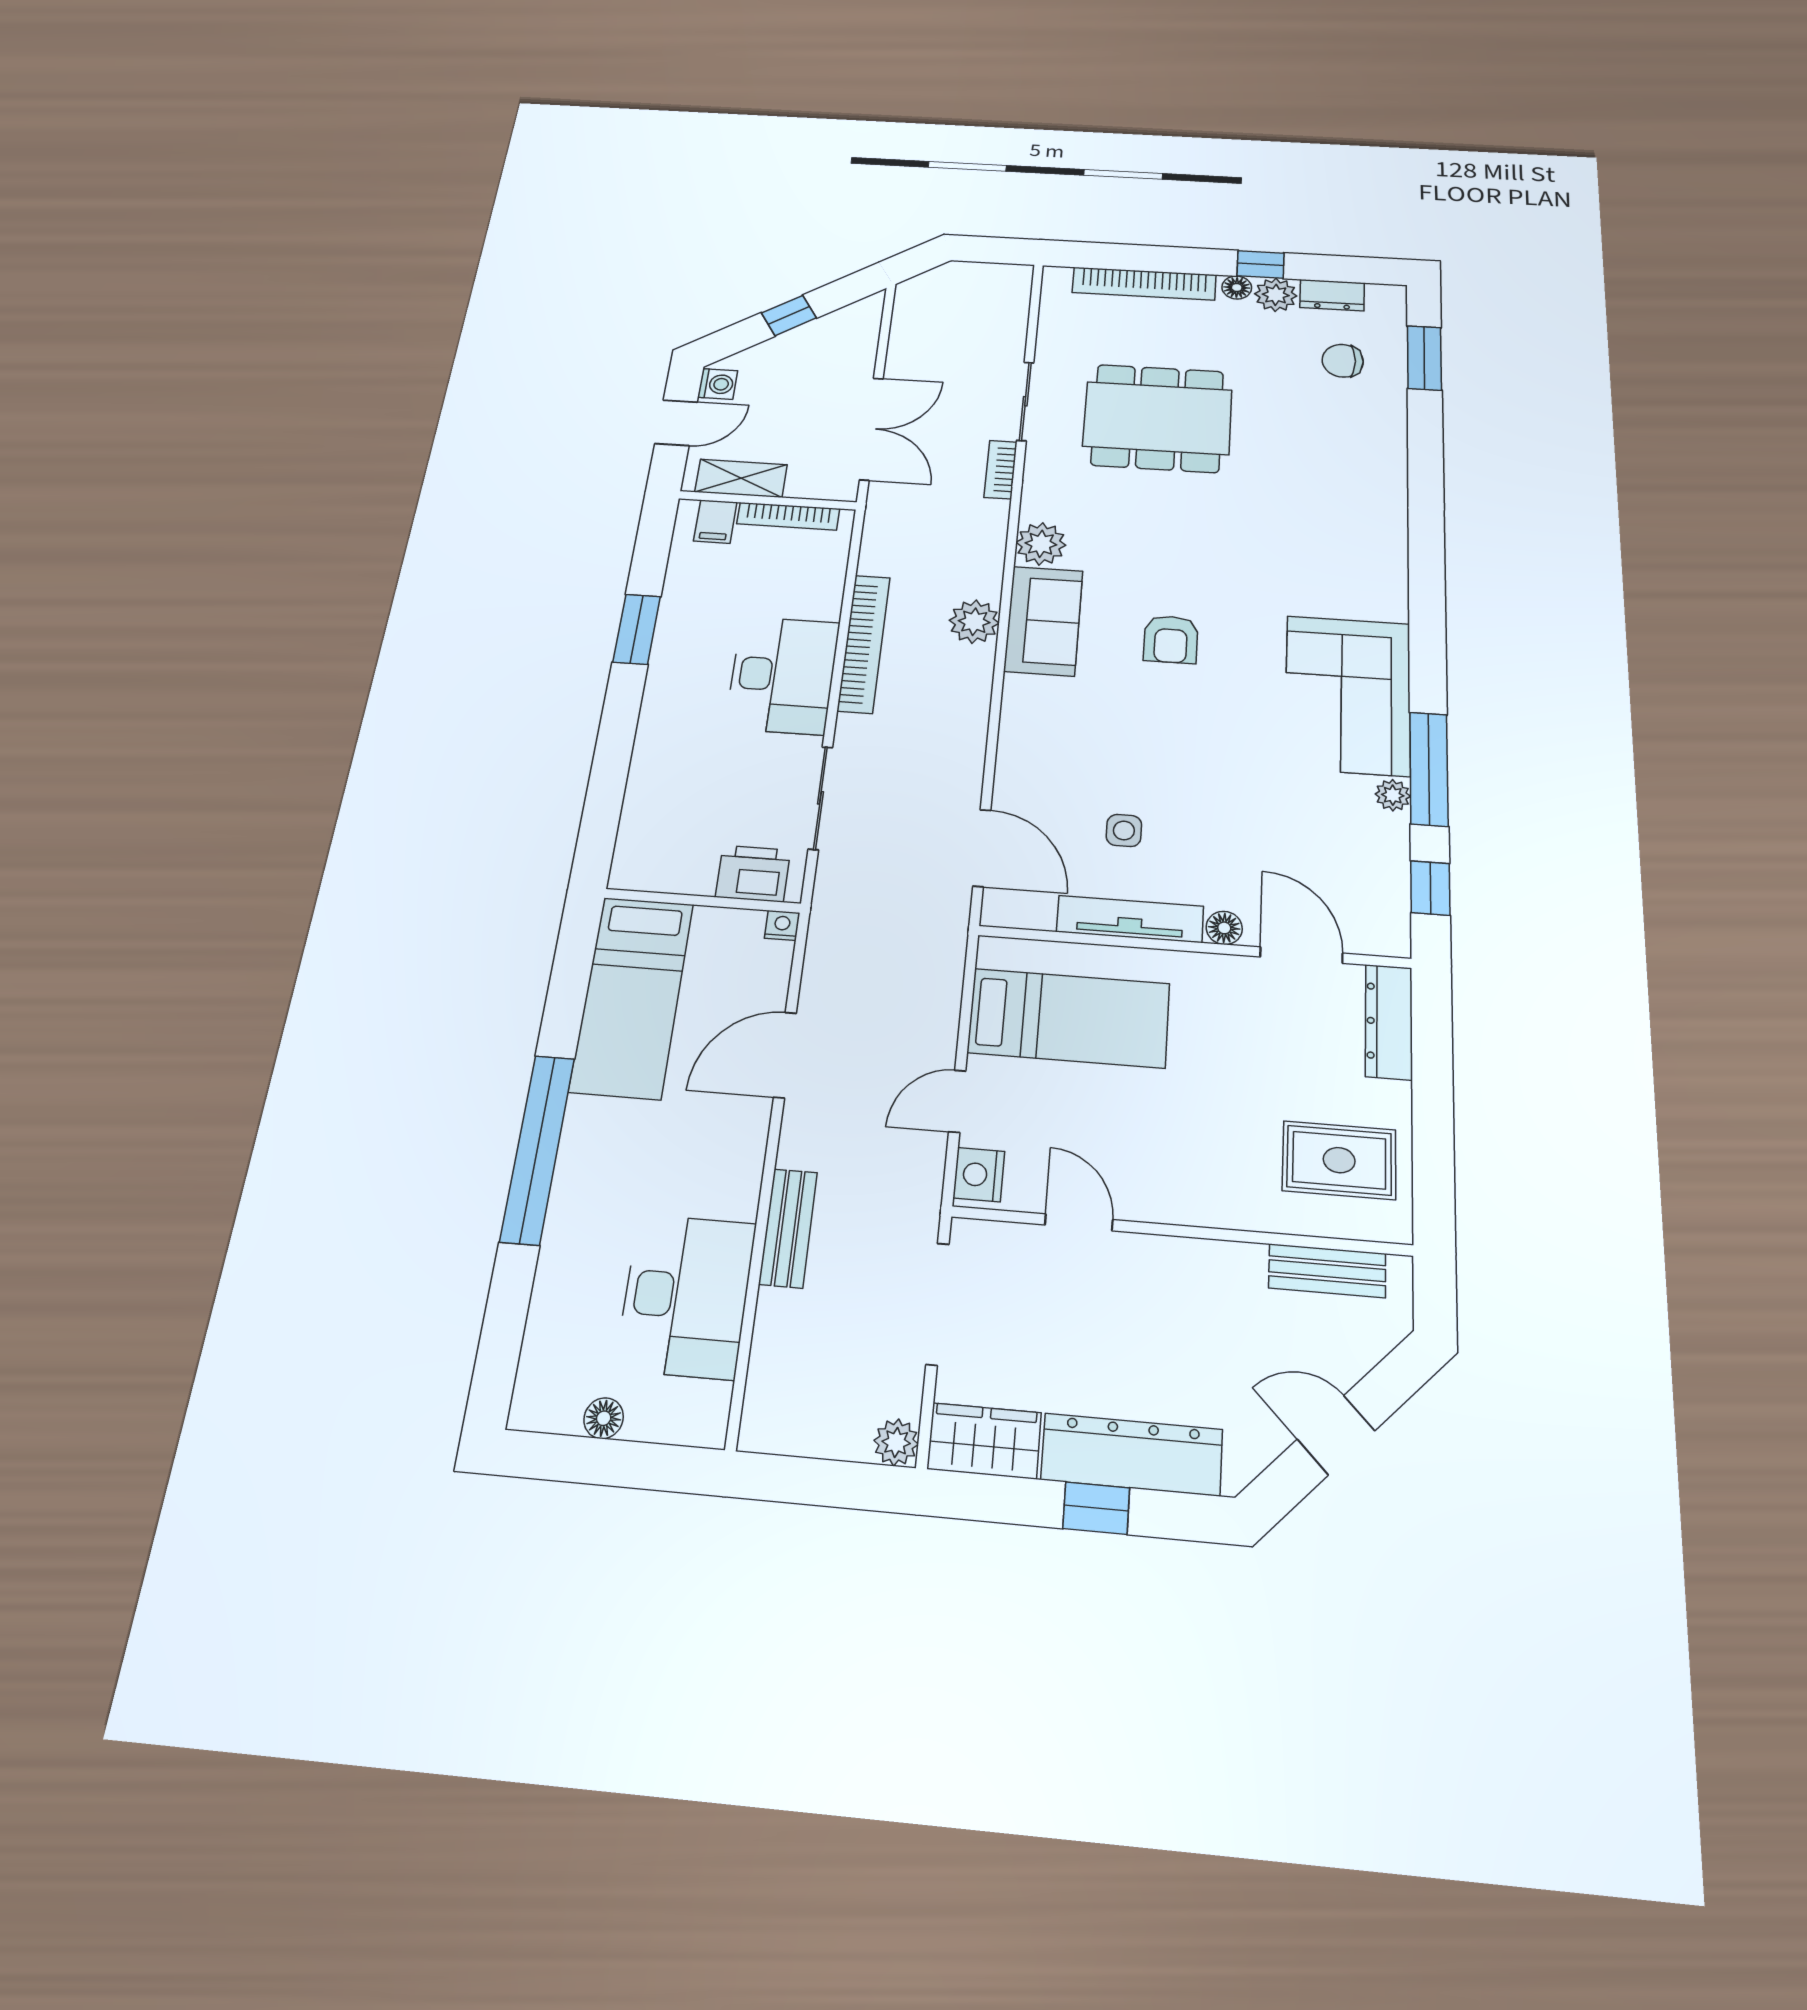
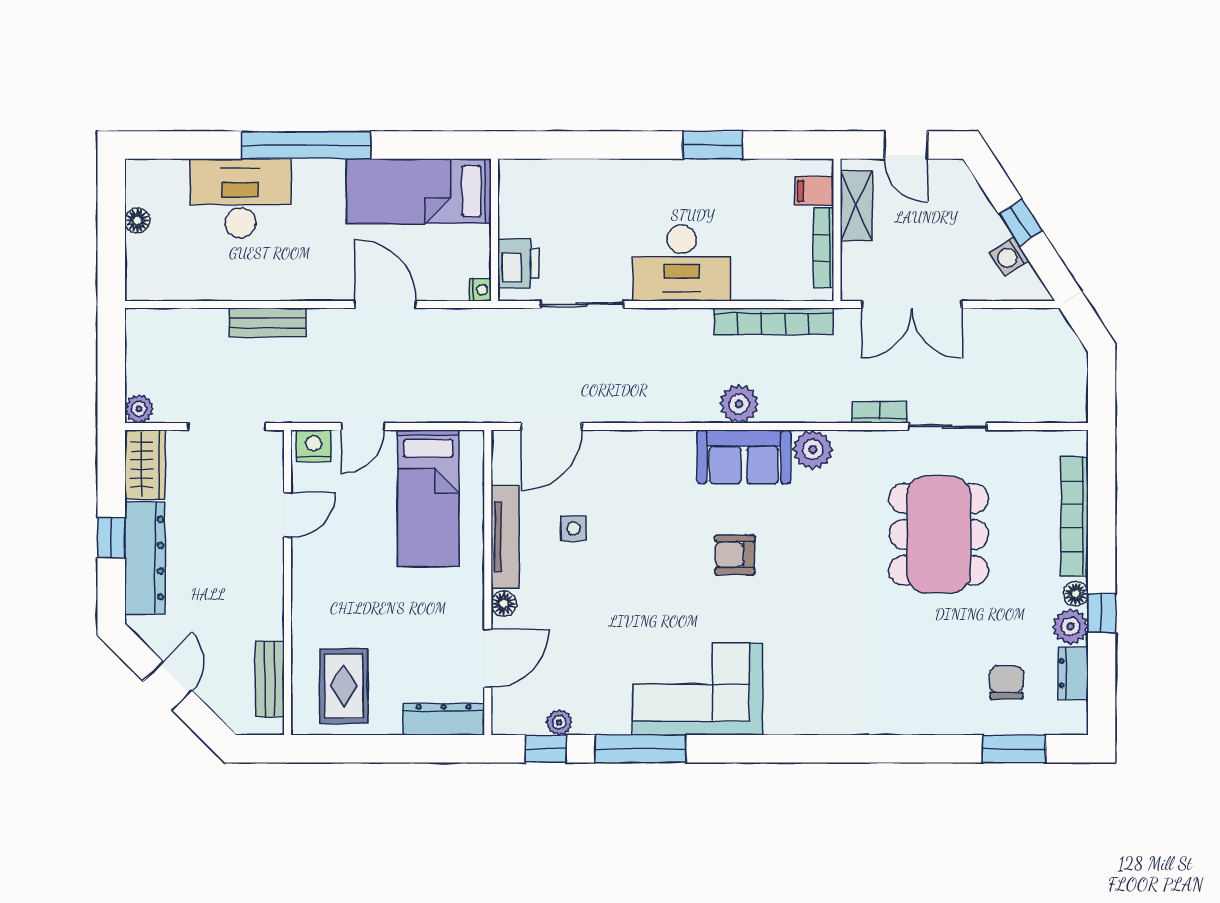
washing machine: (718, 384) -> (1009, 257), moved, turned 57
bookcase: (864, 644) -> (773, 321), moved
plant: (1393, 795) -> (559, 722), moved
door: (957, 1101) -> (363, 427), swing flipped
desk: (686, 1296) -> (240, 198), moved, turned 180

